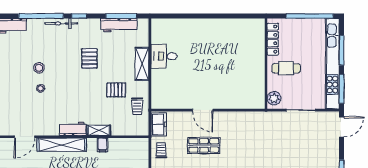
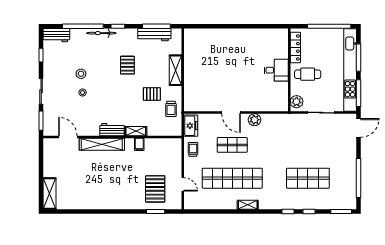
desk: (164, 56) -> (276, 70), moved, turned 180
plant: (228, 118) -> (255, 120), added
door: (25, 137) -> (68, 137), swing flipped

